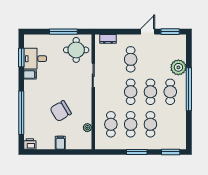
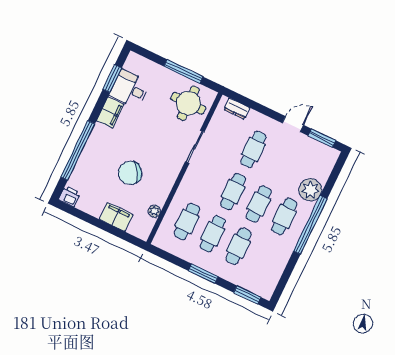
filing cabinet: (30, 75) -> (110, 112), width x2.00
filing cabinet: (60, 143) -> (116, 217), width x2.00

